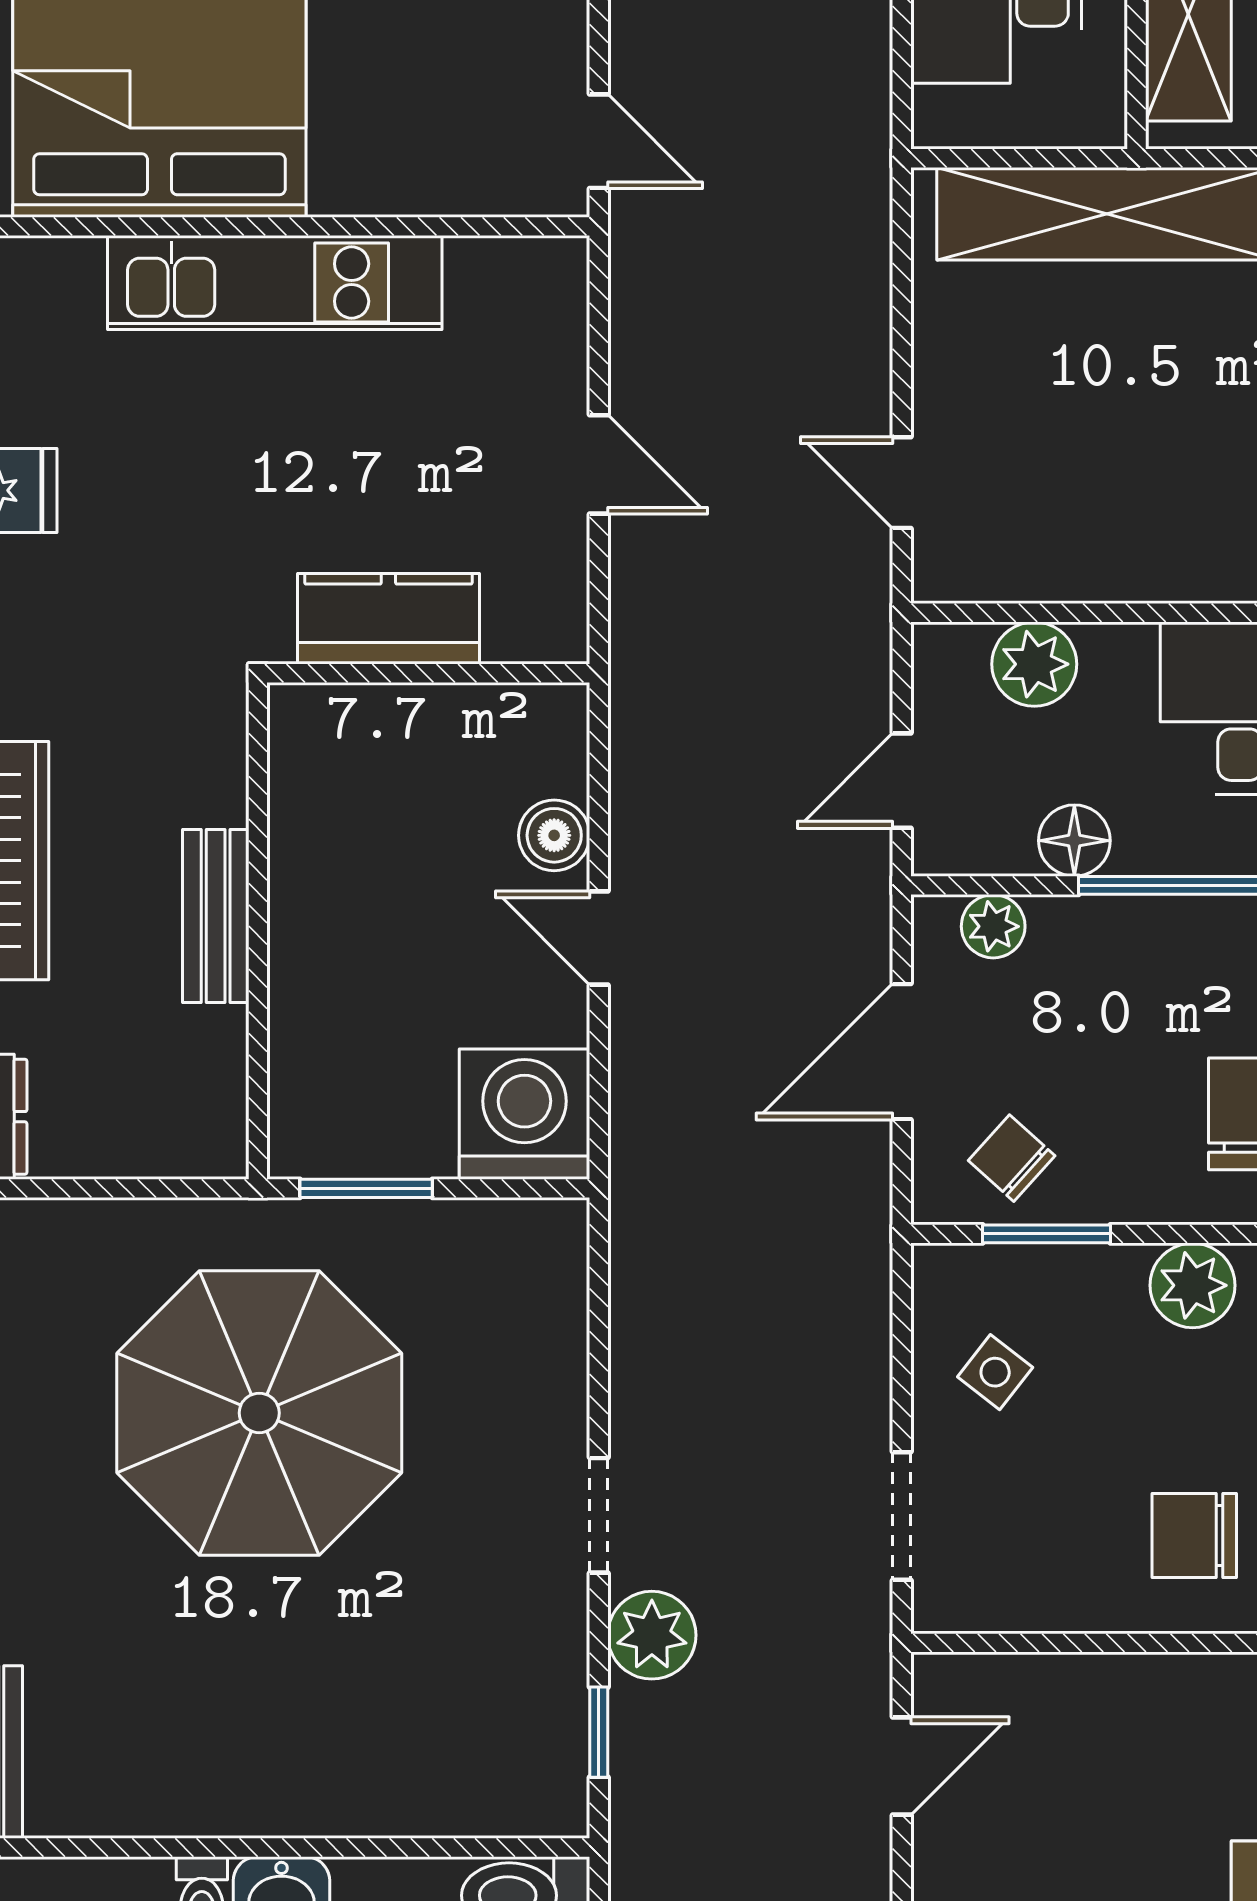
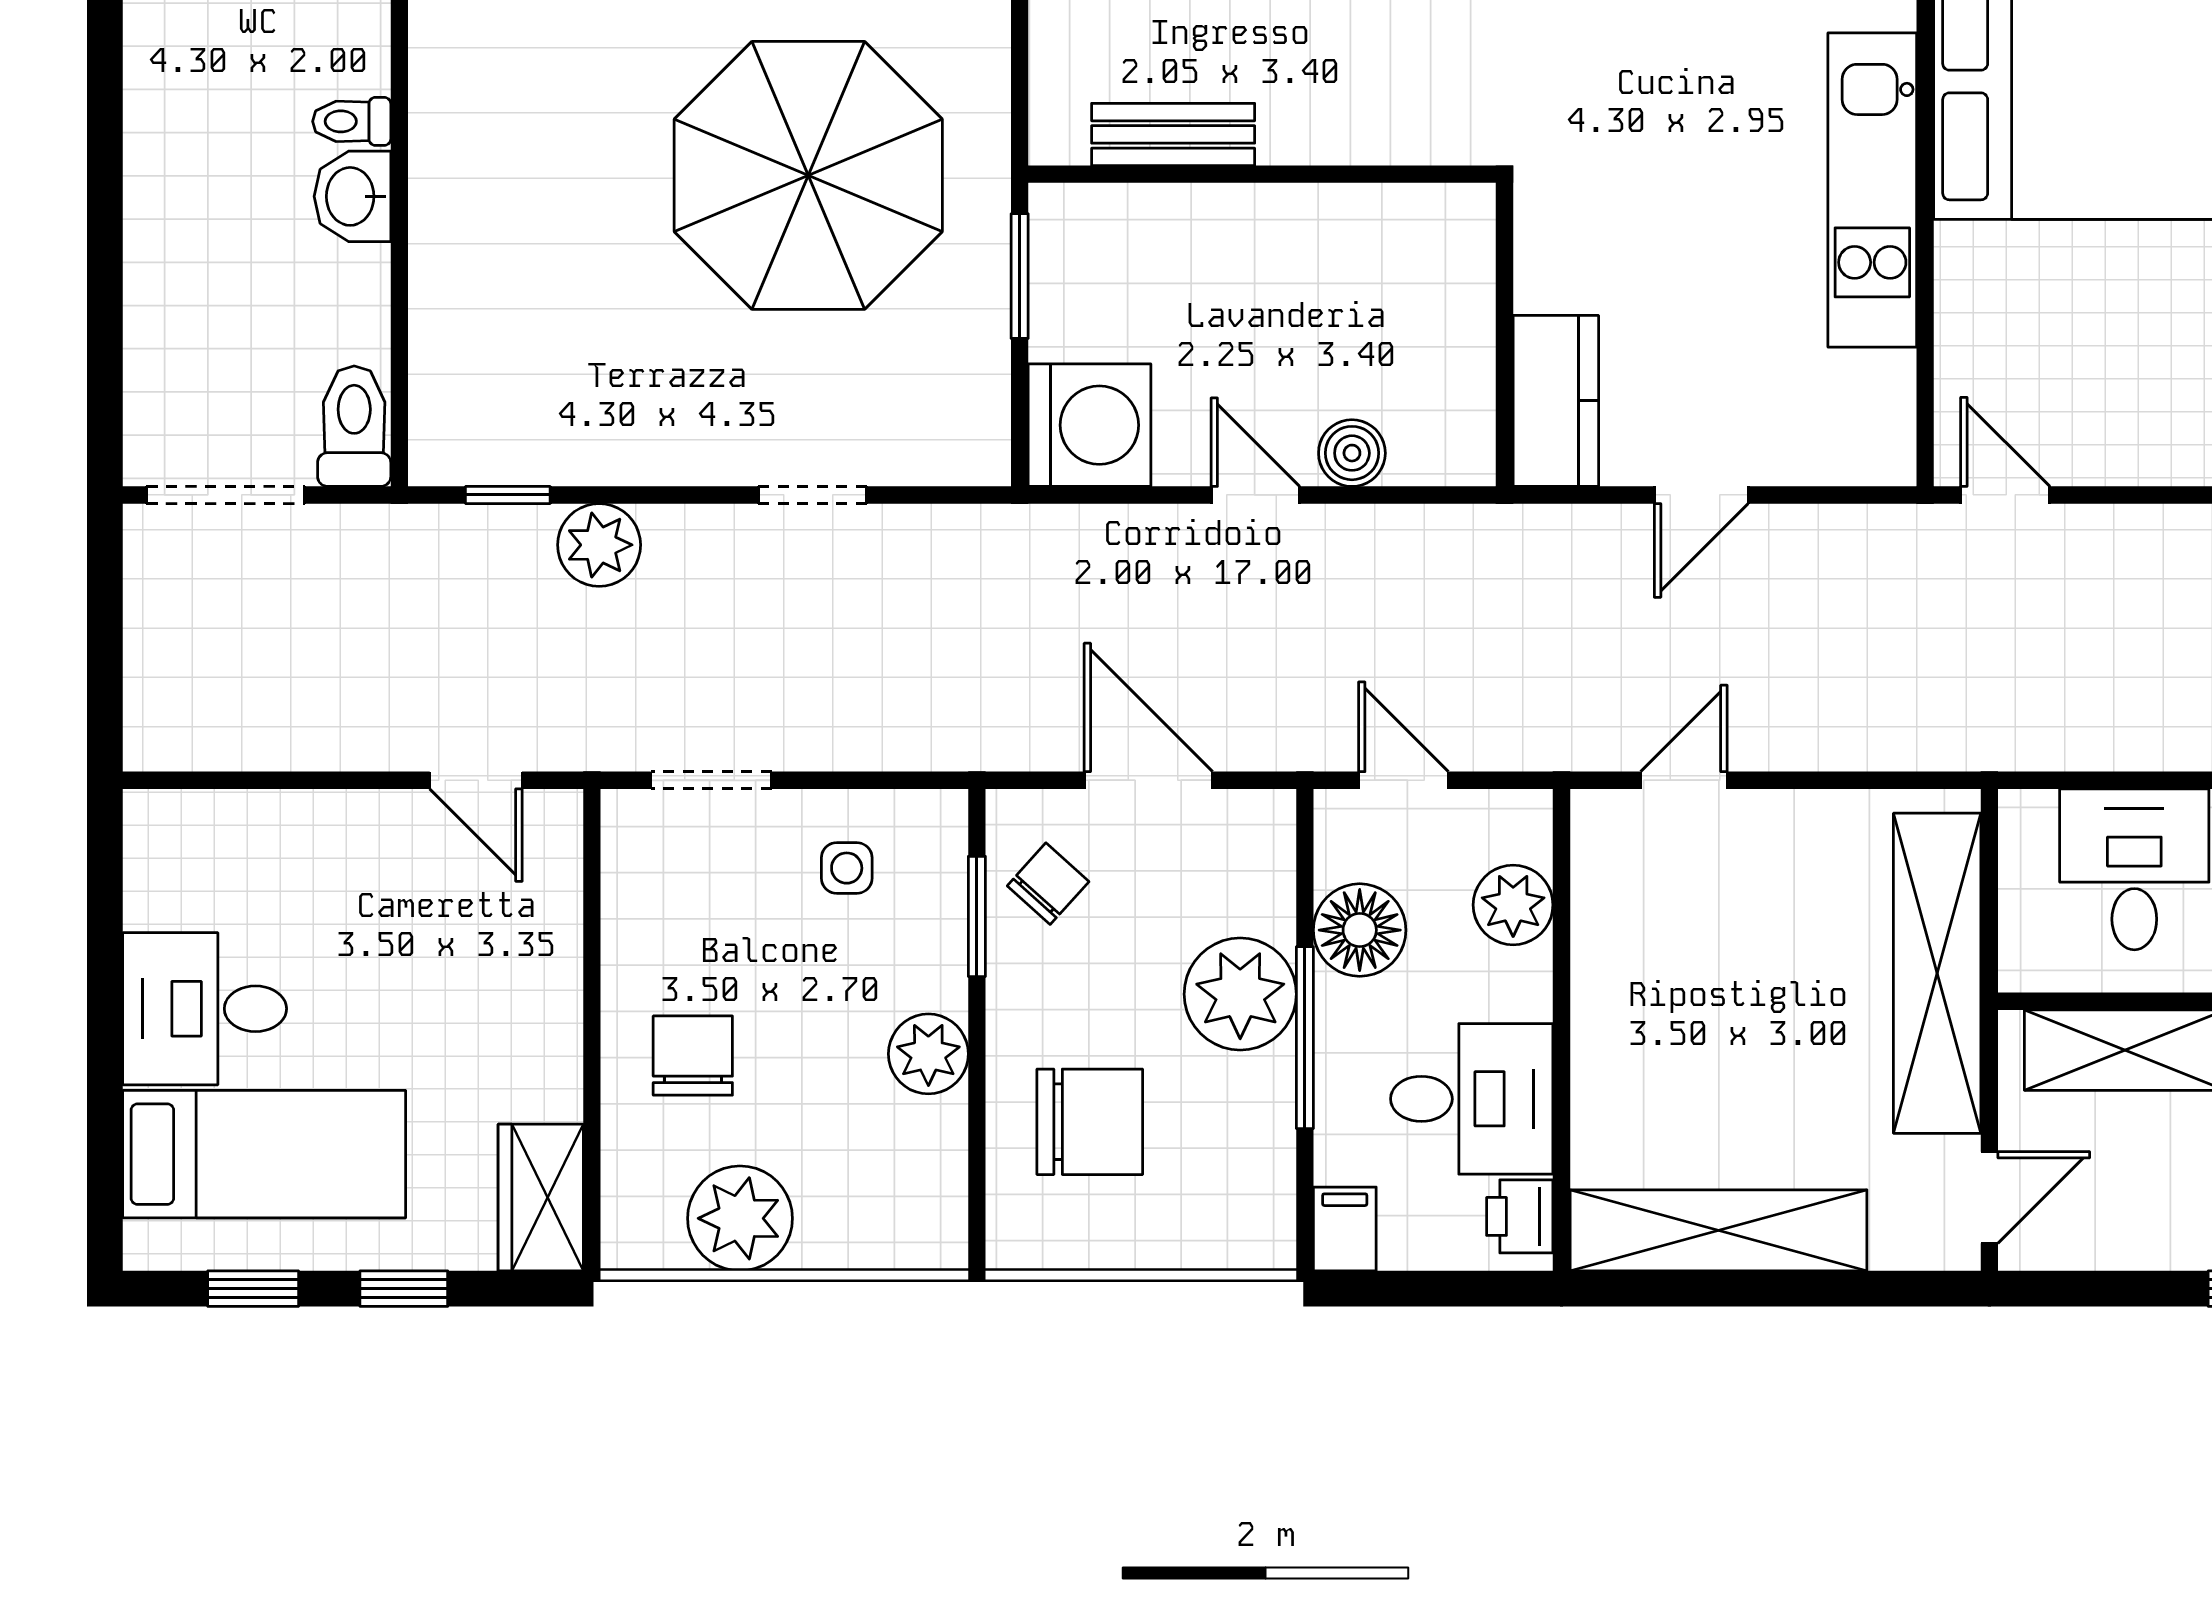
door: (599, 141) -> (2005, 495), swing flipped
kitchen counter: (388, 619) -> (1556, 401), moved
floor lamp: (1074, 841) -> (1360, 930), width x1.38, depth x1.38
bench: (216, 916) -> (1173, 134), moved
plant: (993, 926) -> (1240, 994), moved, width x1.87, depth x1.87
door: (599, 938) -> (1255, 495), hinge flipped
side table: (995, 1372) -> (847, 868), turned -38
doorway: (599, 1515) -> (812, 495), moved

